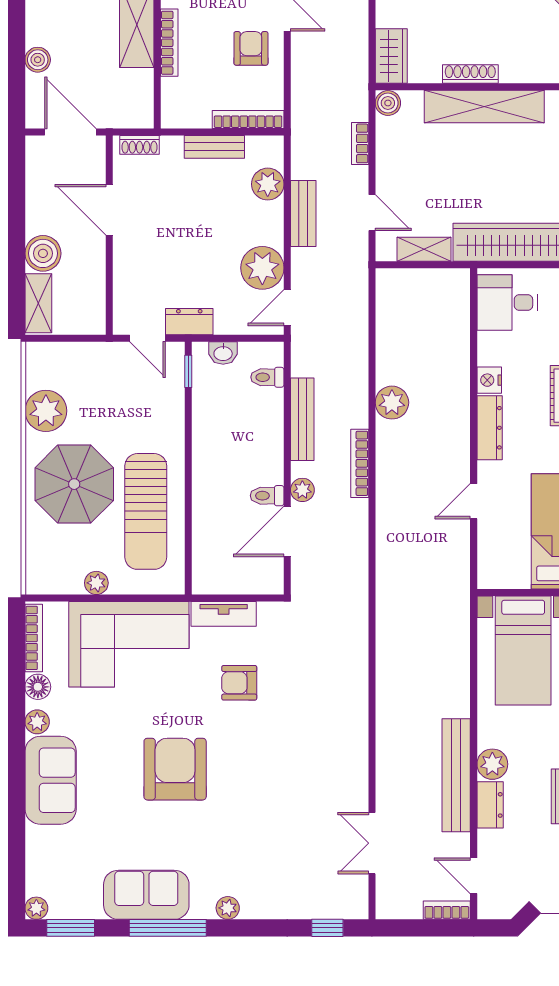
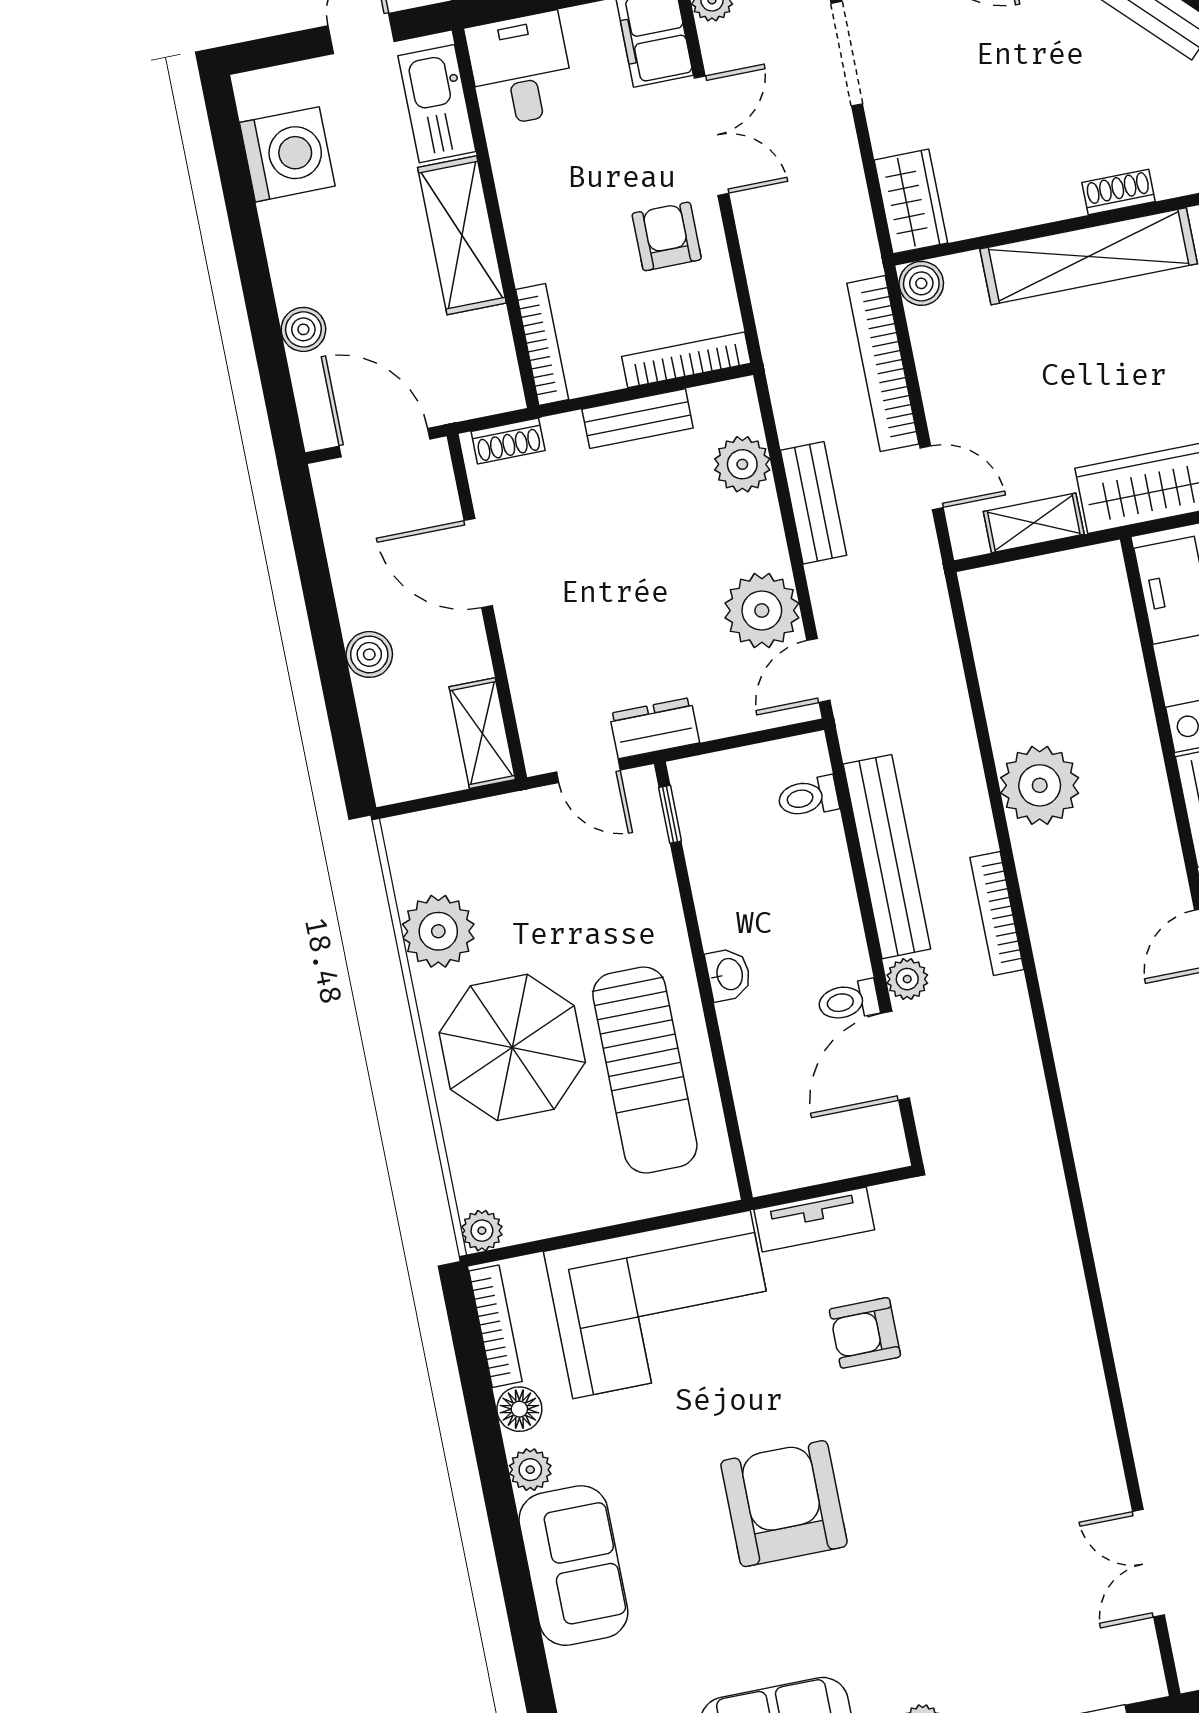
bookcase: (169, 43) -> (542, 345), moved
shoe rack: (470, 74) -> (1119, 192), moved, width x0.70
bookcase: (360, 143) -> (883, 364), width x2.31, depth x1.31
boiler: (43, 253) -> (369, 654), width x0.73, depth x0.73
shelving: (38, 303) -> (482, 733), moved
washbasin: (223, 353) -> (729, 974), moved, turned -90
plant: (392, 403) -> (1040, 785), width x1.36, depth x1.36
bench: (302, 419) -> (887, 857), width x1.37, depth x1.21
plant: (96, 583) -> (482, 1231), moved

